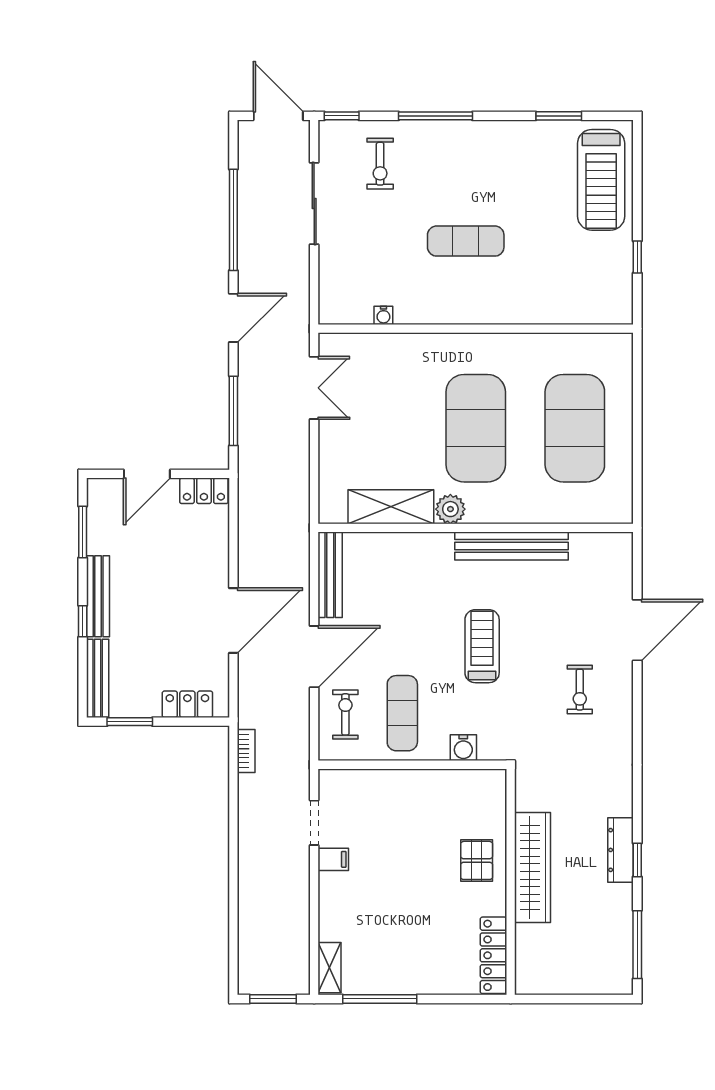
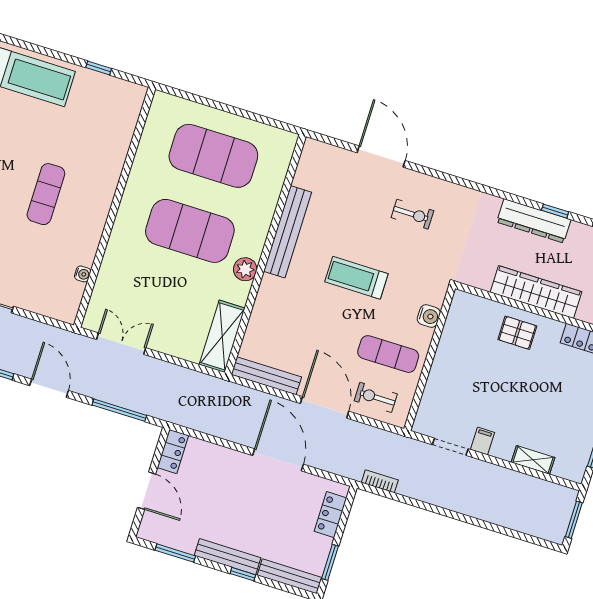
shelving: (391, 507) -> (222, 336), moved
dresser: (621, 850) -> (534, 221), width x1.37, depth x1.24
shelving: (330, 968) -> (533, 460), moved

